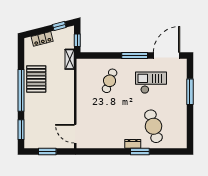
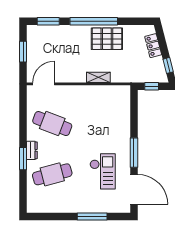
shelving: (70, 59) -> (98, 77), moved
cafe table: (110, 81) -> (52, 124), moved, width x1.37, depth x1.35

